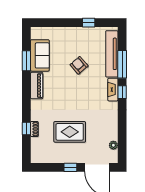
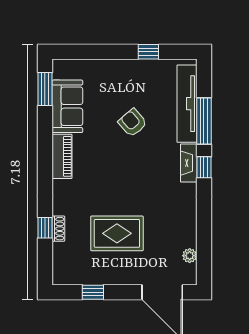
window: (26, 61) -> (45, 89), moved
window: (70, 167) -> (93, 292), moved

